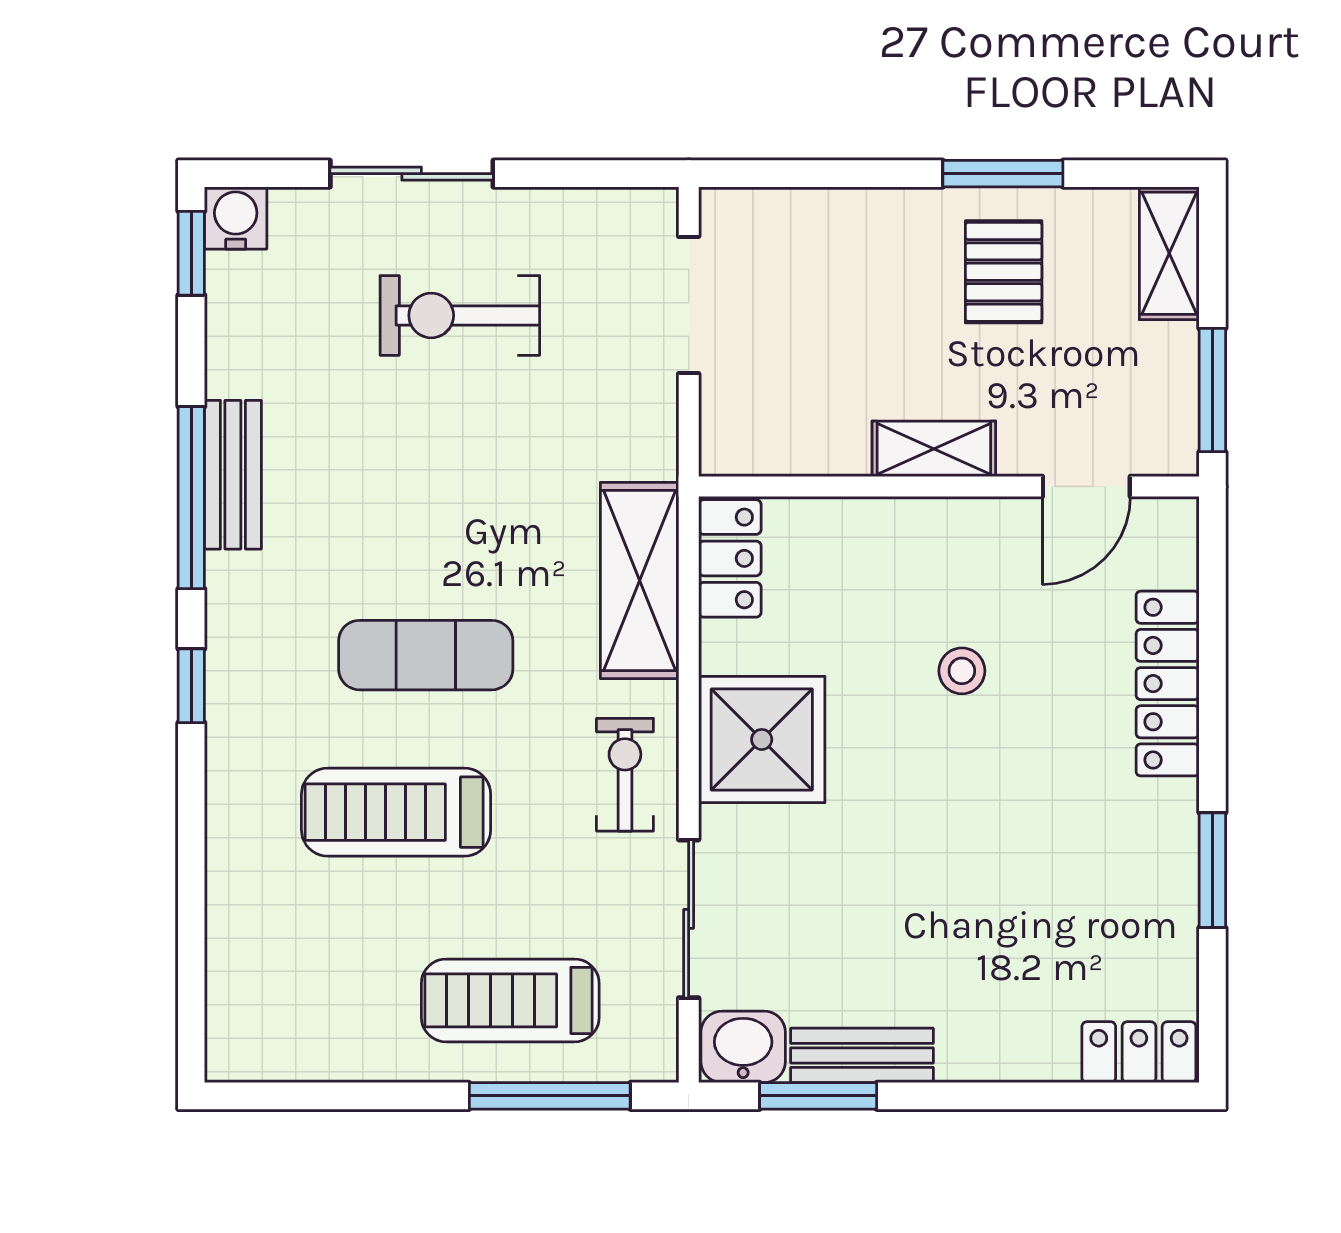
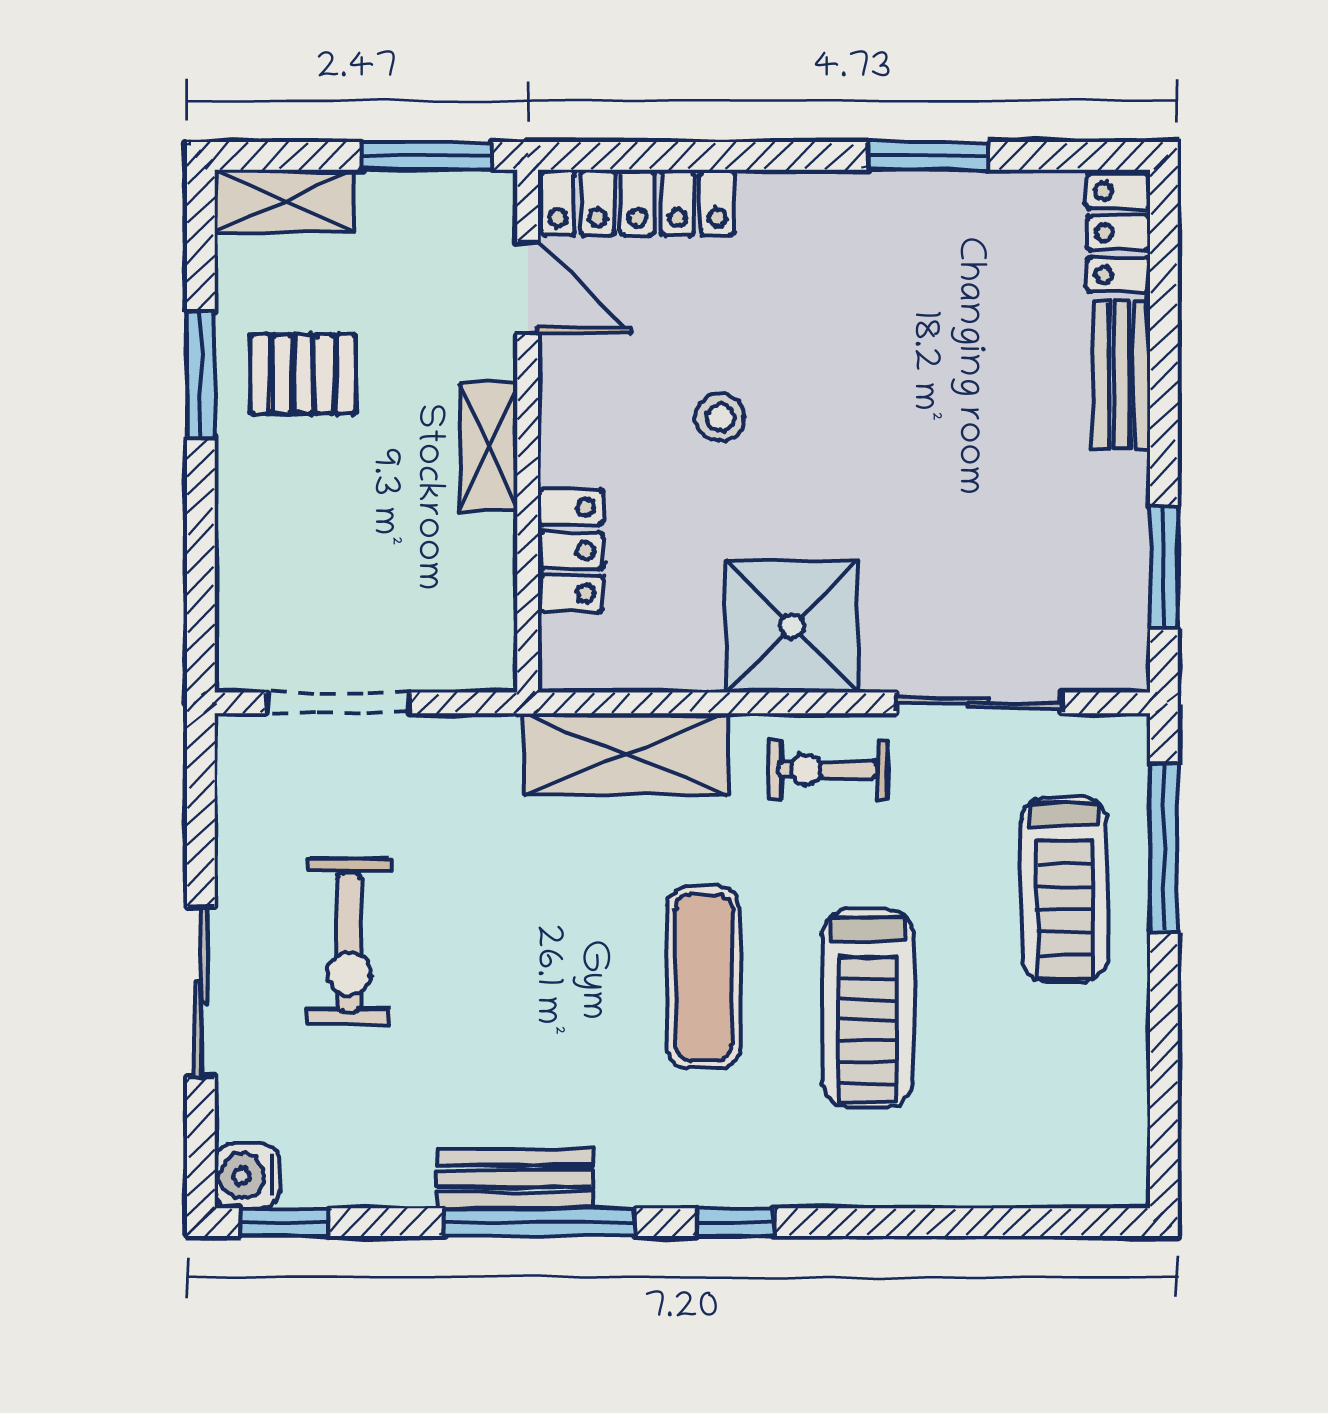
locker: (730, 558) -> (571, 550), moved, turned 90
locker: (1168, 684) -> (638, 203), moved
washbasin: (743, 1047) -> (1113, 646), removed
bench: (862, 1055) -> (1122, 376), moved

